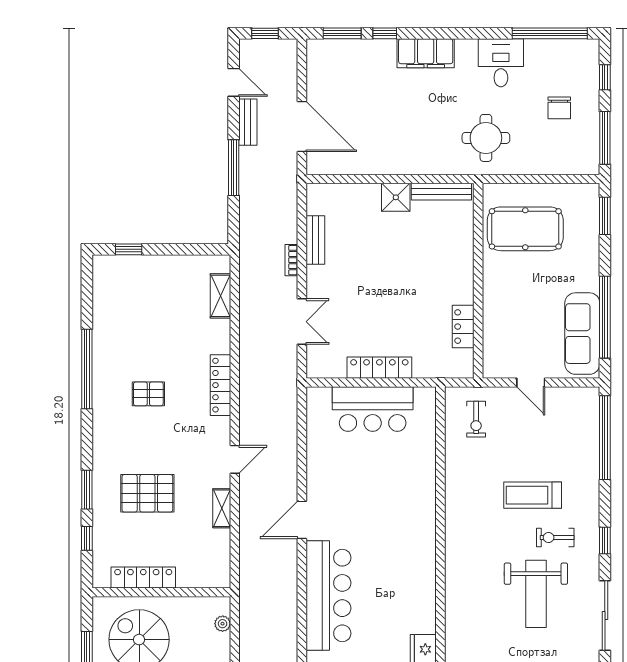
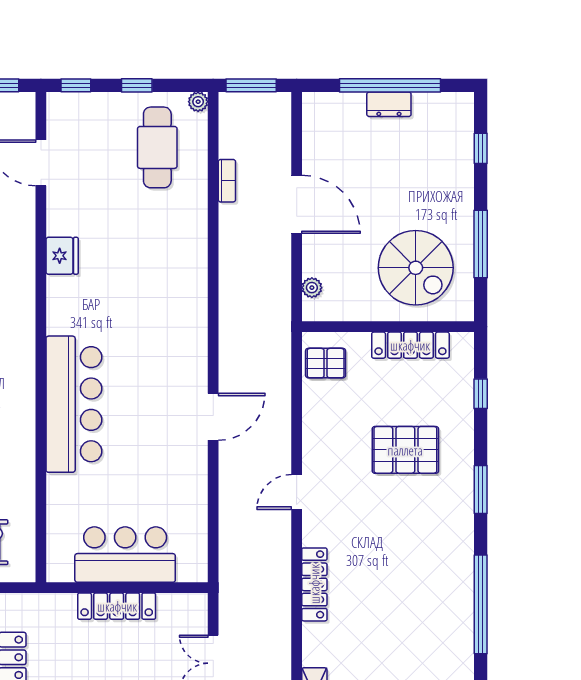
pallet: (148, 394) -> (326, 363), moved
window: (87, 490) -> (481, 489), moved
shelving: (222, 508) -> (313, 431), removed
bar counter: (328, 596) -> (74, 404), moved, turned 180

